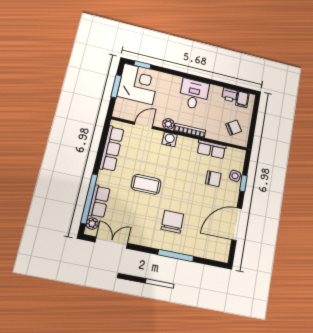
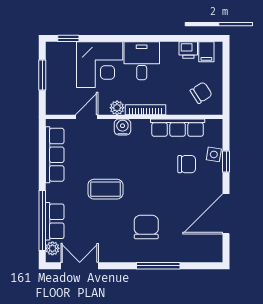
corner desk: (138, 84) -> (100, 65), moved, turned 90
row of seats: (211, 149) -> (178, 128), width x1.48

